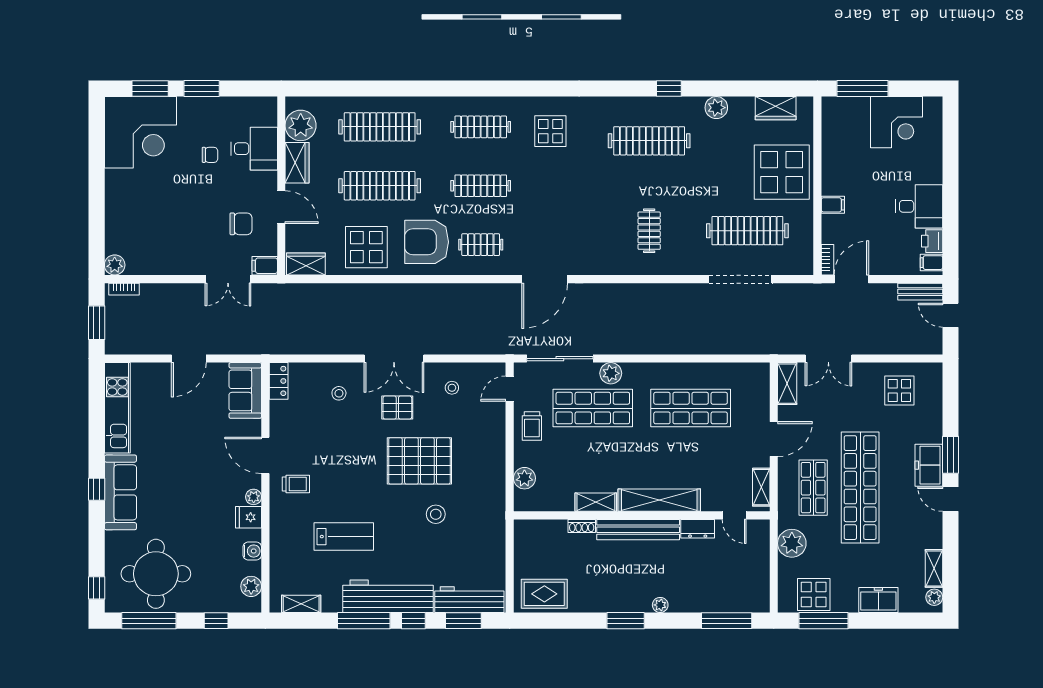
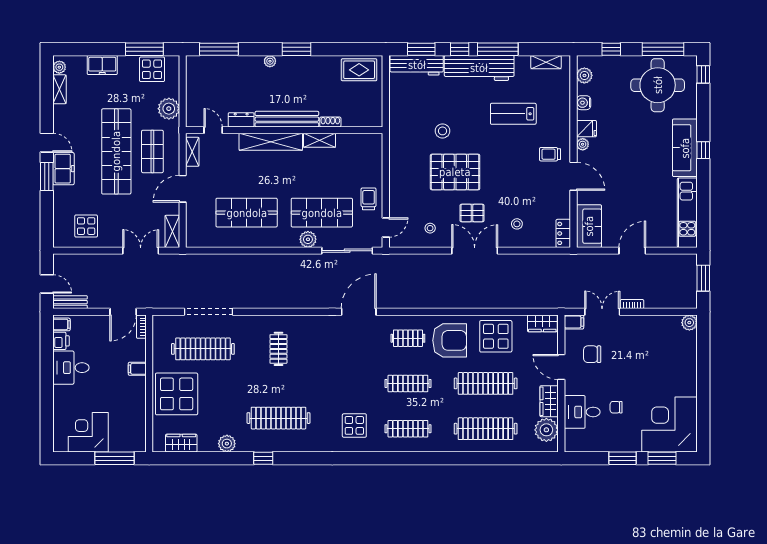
bookcase: (124, 289) -> (632, 304), moved
plant: (524, 478) -> (374, 159), removed

